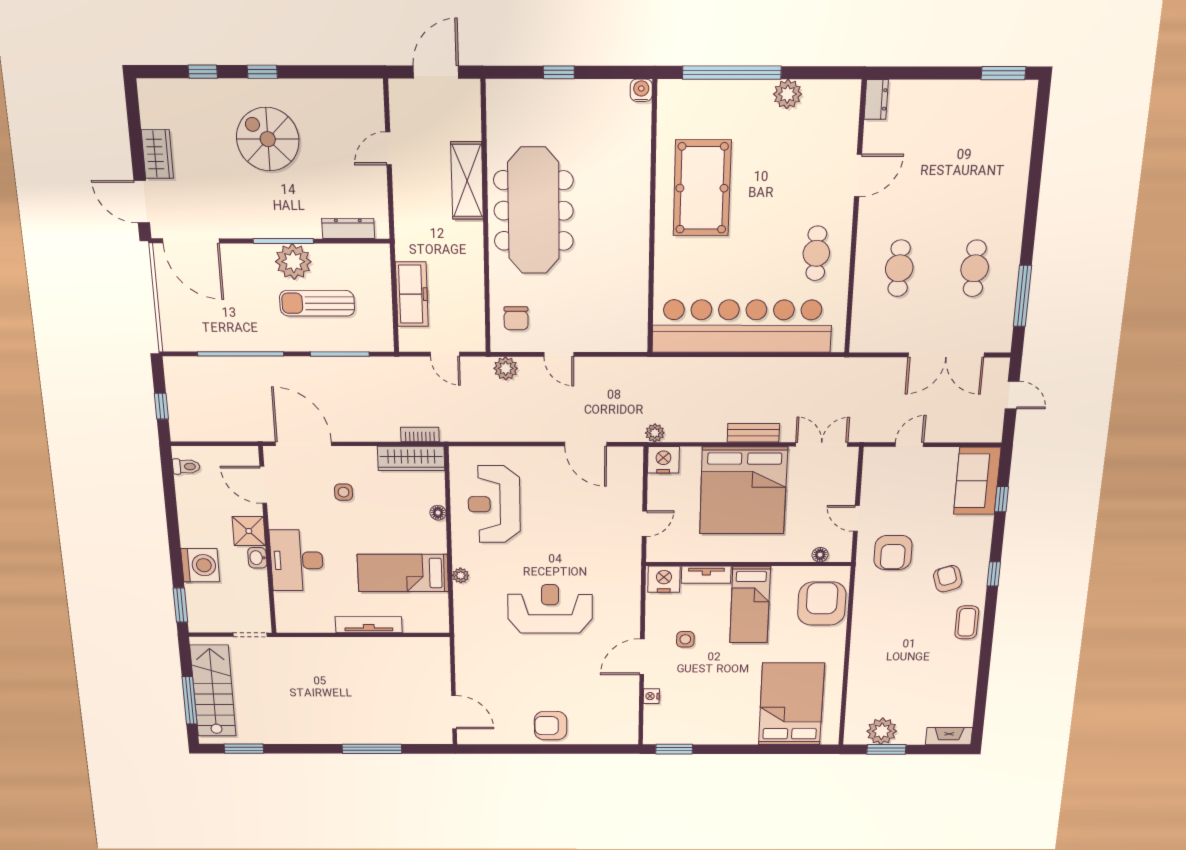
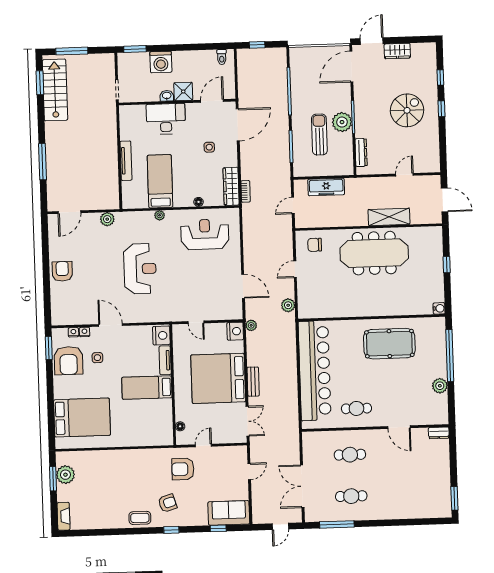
door: (388, 148) -> (404, 175), hinge flipped
plant: (506, 368) -> (288, 305), moved
door: (586, 444) -> (243, 286), swing flipped
door: (909, 445) -> (249, 471), hinge flipped
armchair: (822, 604) -> (69, 361), moved, turned 90
side table: (685, 639) -> (97, 358), moved
plant: (466, 656) -> (107, 219), added
stairs: (213, 691) -> (55, 90), moved, turned -90
nightstand: (651, 712) -> (73, 332), added

